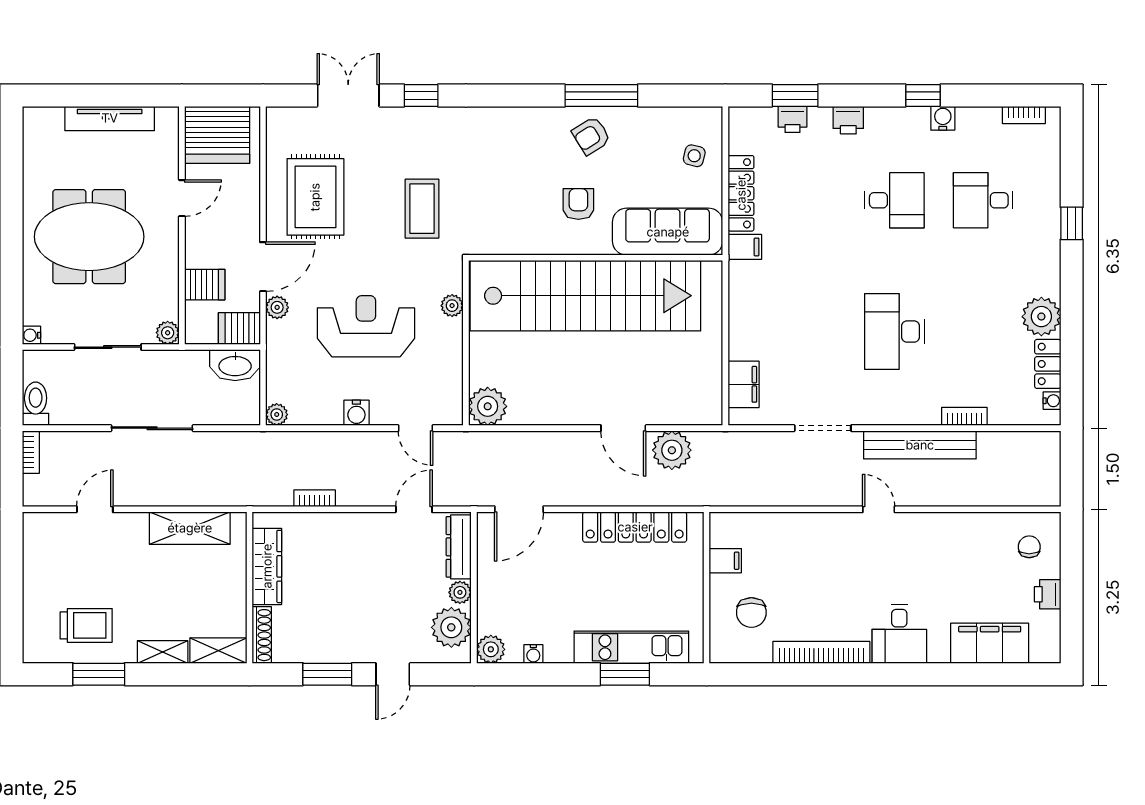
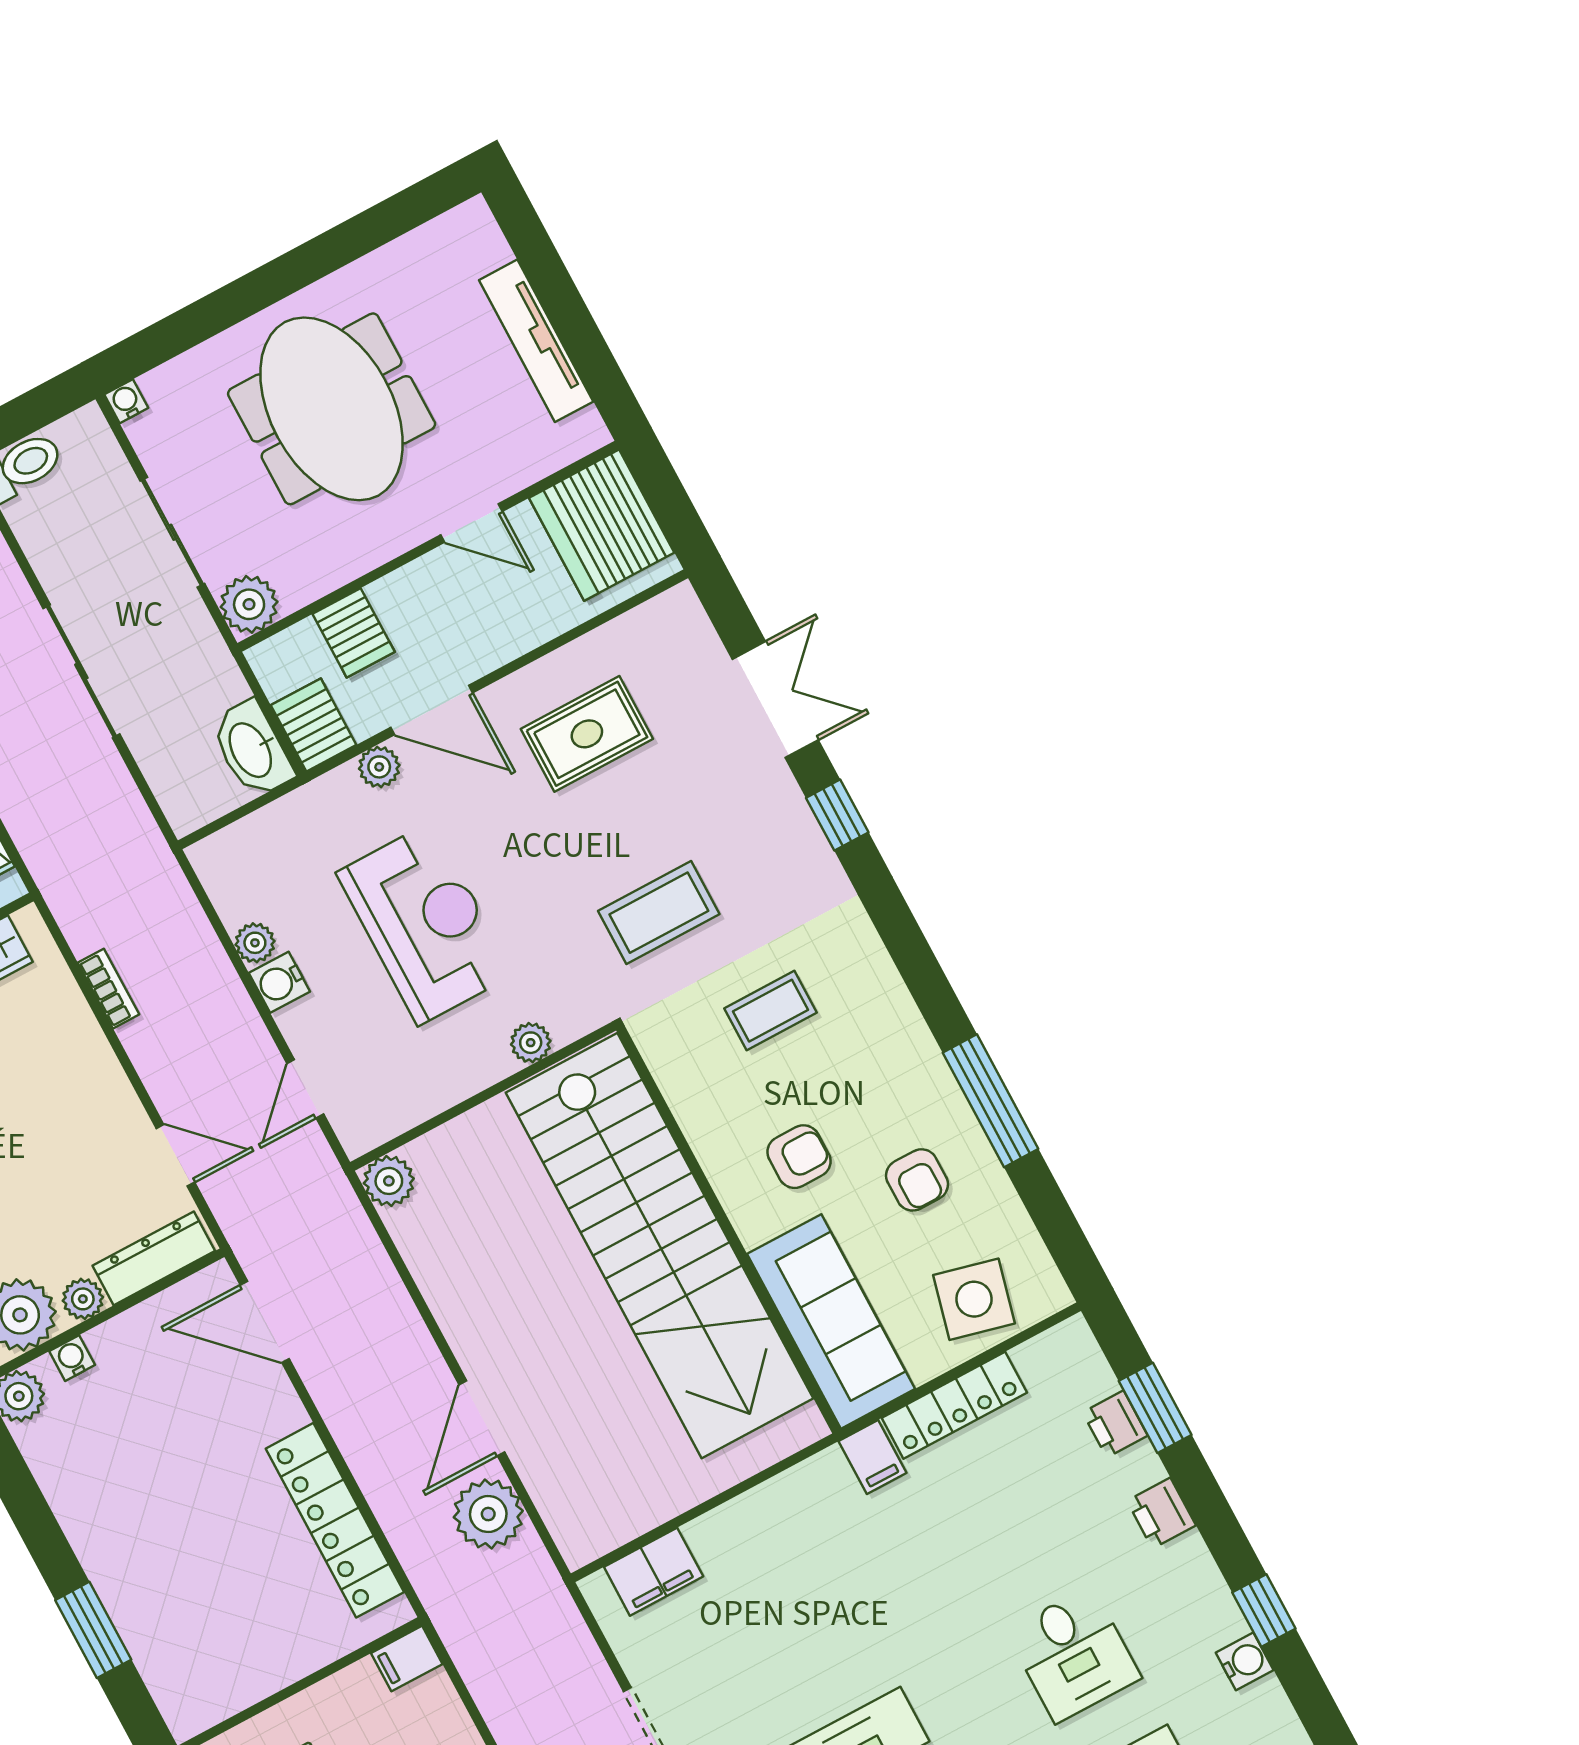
armchair: (591, 136) -> (917, 1180), moved, turned -148
side table: (694, 156) -> (974, 1299), width x1.87, depth x1.87
coffee table: (499, 180) -> (771, 1011), added
rug: (315, 197) -> (587, 734), width x0.73, depth x0.70
plant: (168, 333) -> (249, 604), width x1.38, depth x1.38
plant: (488, 406) -> (389, 1181), width x0.73, depth x0.73
plant: (277, 414) -> (255, 943), moved
filing cabinet: (725, 561) -> (407, 1659), moved, turned 90
kitchen unit: (631, 647) -> (142, 1617), removed
water cooler: (533, 654) -> (72, 1358), moved, turned 90

